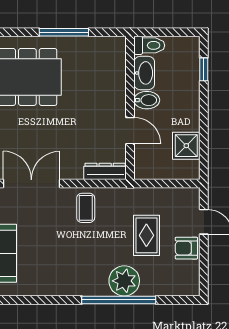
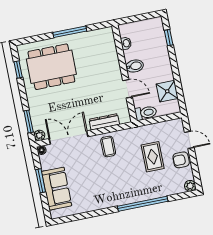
toilet: (149, 45) -> (146, 113), moved
washbasin: (144, 73) -> (126, 43), width x0.52, depth x0.69
dresser: (105, 171) -> (104, 122), moved
plant: (124, 281) -> (190, 186), moved, width x0.53, depth x0.53

